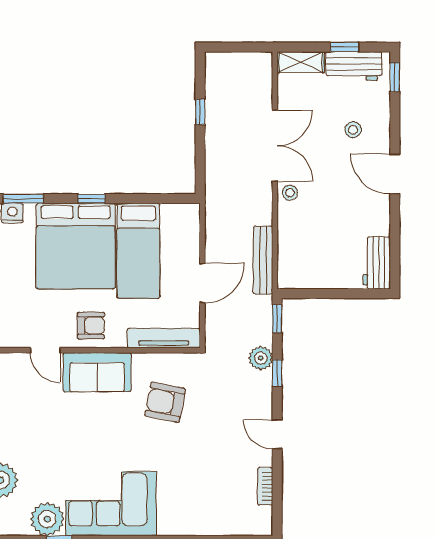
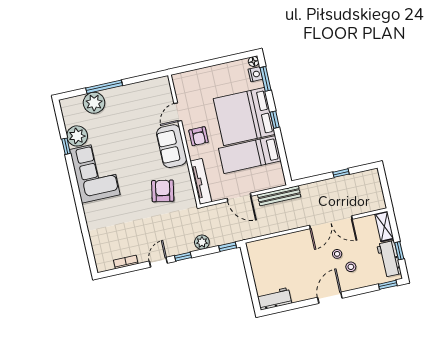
stool: (290, 193) -> (337, 254), moved
bench: (263, 260) -> (279, 196), moved
window: (277, 373) -> (183, 257), moved

